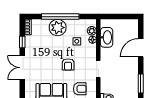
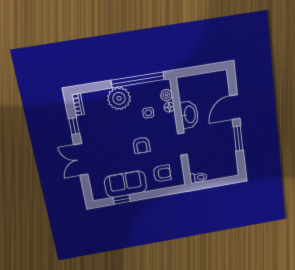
window: (60, 17) -> (138, 80), moved
washbasin: (107, 37) -> (189, 115), moved
window: (141, 83) -> (238, 139), moved

